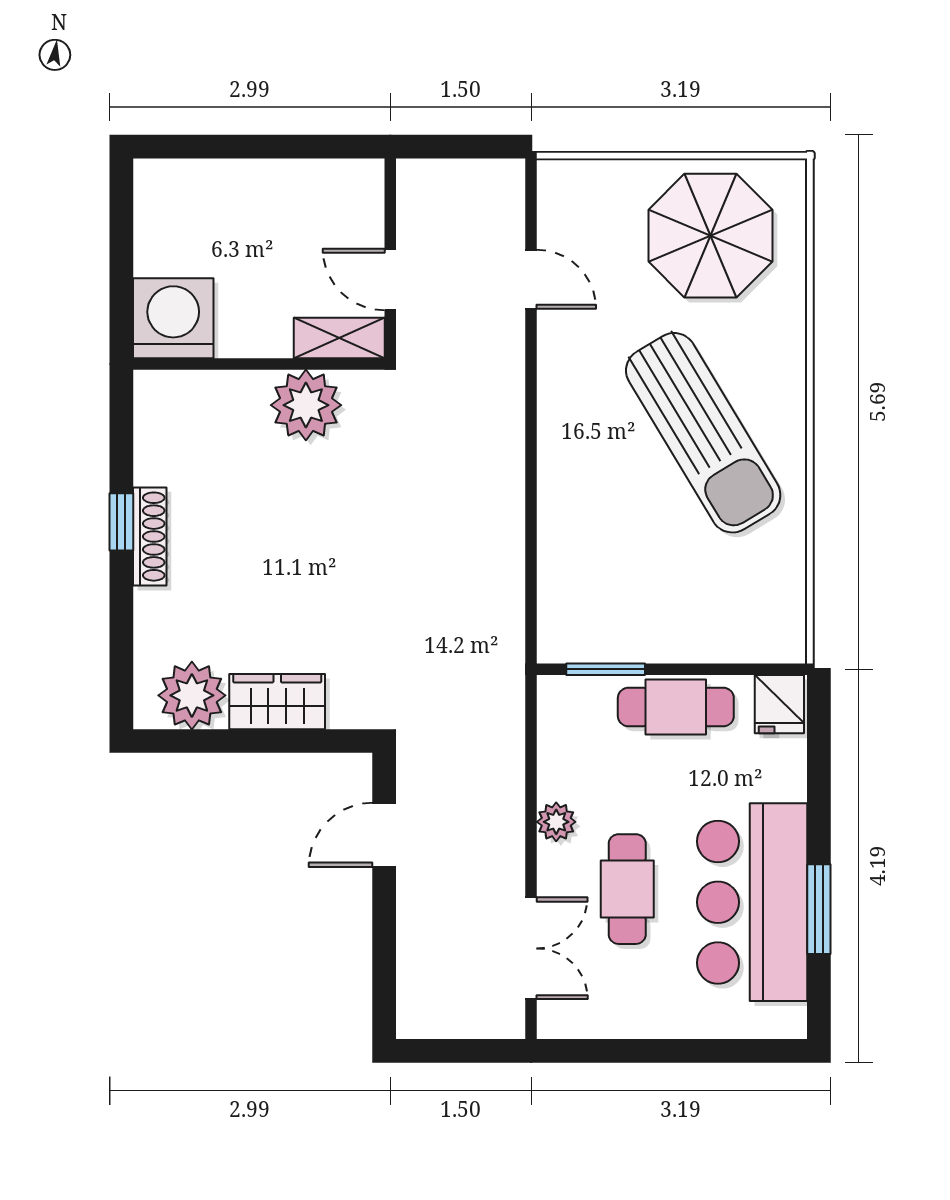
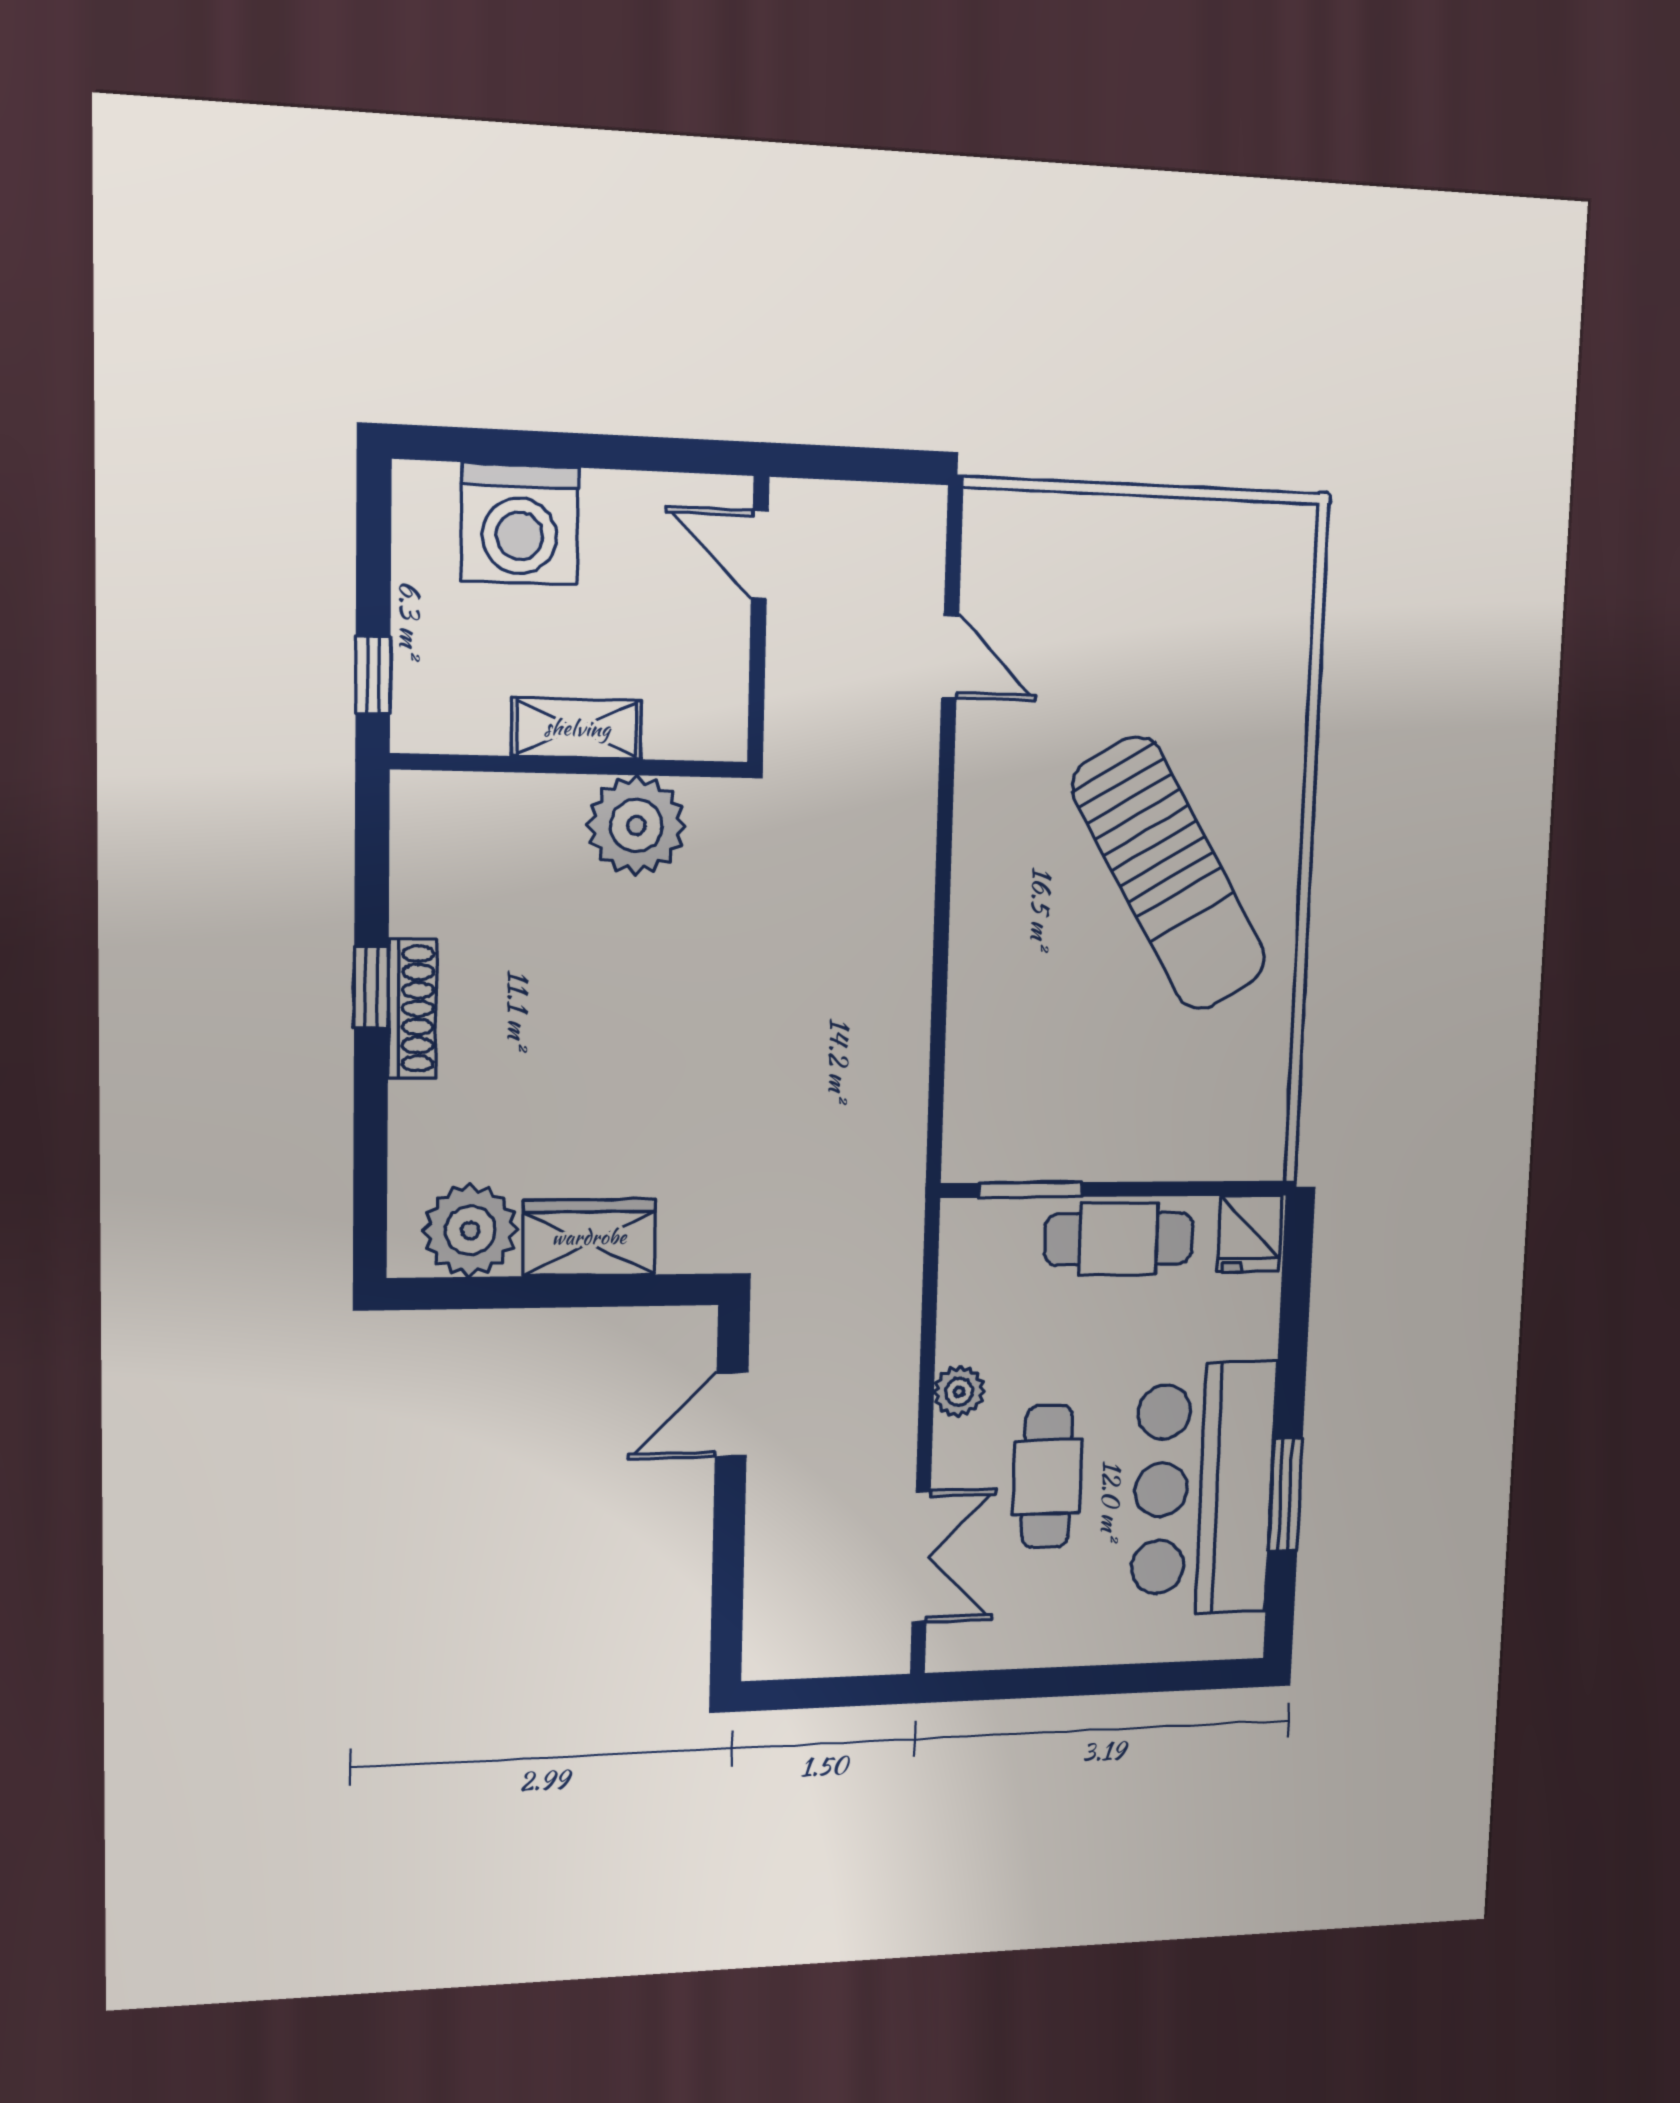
parasol: (710, 236) -> (1190, 604), removed
door: (390, 279) -> (760, 554), moved
window: (121, 305) -> (373, 675), added
washing machine: (173, 318) -> (520, 524), moved, turned 180
shelving: (339, 338) -> (577, 728), moved

